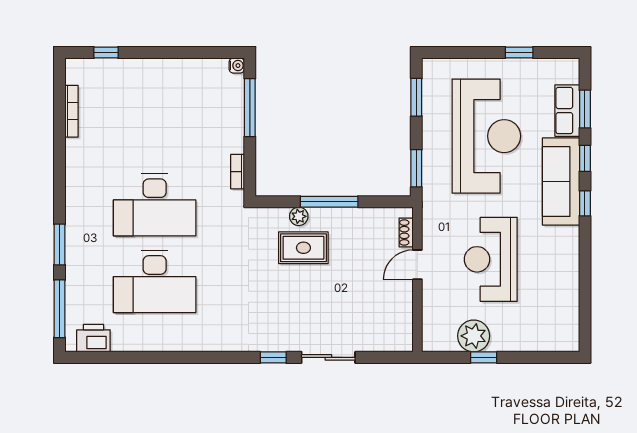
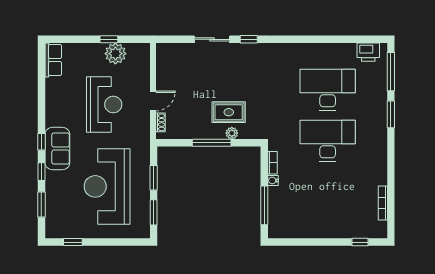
window: (519, 52) -> (73, 242), moved
water cooler: (237, 66) -> (273, 180), moved
row of seats: (567, 111) -> (53, 60), moved
window: (416, 168) -> (154, 178), moved
sofa: (561, 182) -> (57, 149), width x0.73

